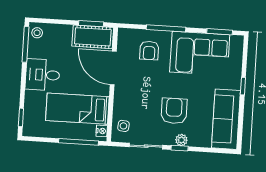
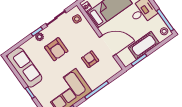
cot: (93, 37) -> (144, 45), moved
armchair: (149, 51) -> (90, 59), moved

